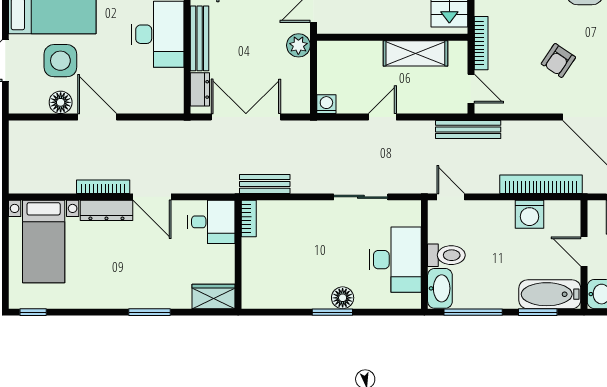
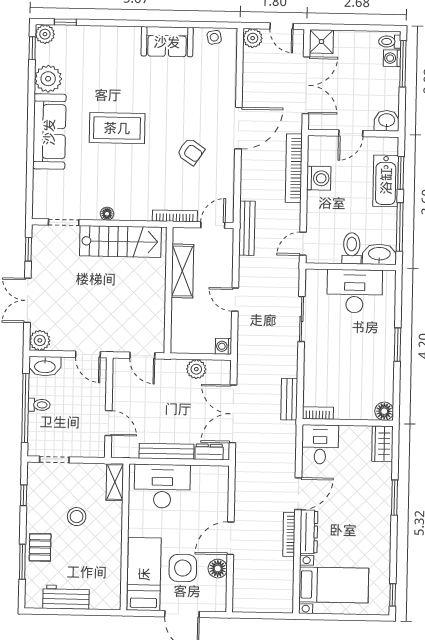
plant: (298, 45) -> (196, 369), moved
bathtub: (550, 294) -> (386, 181), moved
floor lamp: (343, 298) -> (384, 411), moved

